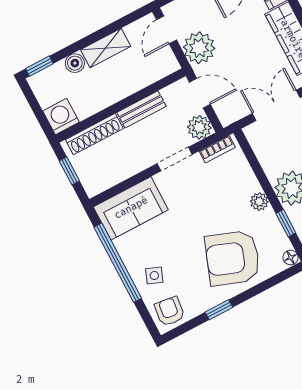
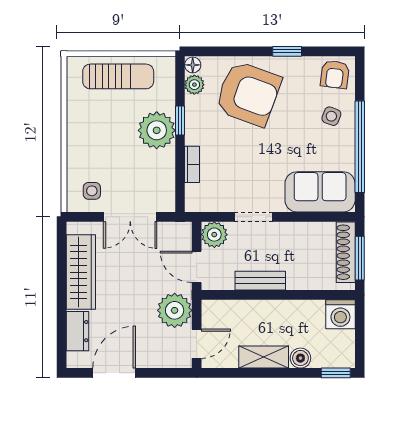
shoe rack: (94, 134) -> (346, 252), moved, turned -90
bookcase: (217, 149) -> (192, 164), moved, turned 90
window: (69, 171) -> (360, 258), width x1.50
plant: (259, 202) -> (194, 85), moved
window: (286, 223) -> (180, 120), moved

